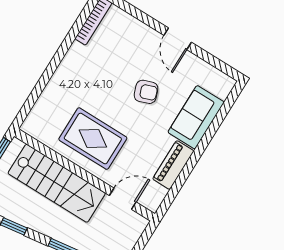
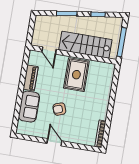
rug: (93, 139) -> (76, 75), turned 90
door: (123, 199) -> (49, 51), hinge flipped

